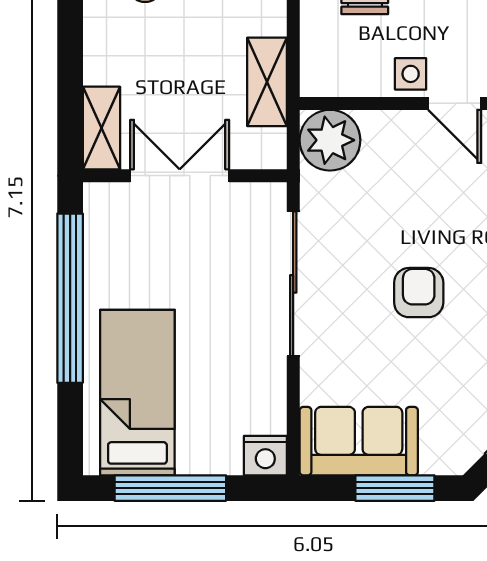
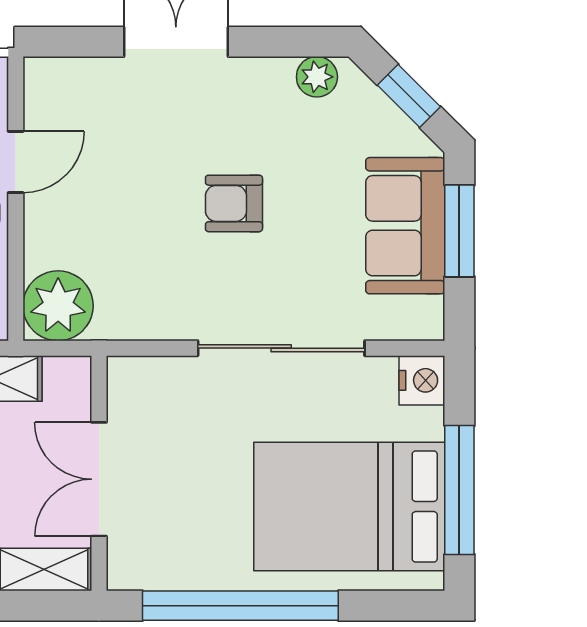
sliding door: (293, 284) -> (281, 348), moved
bed: (137, 393) -> (349, 507), width x1.50
sofa: (359, 441) -> (405, 226), moved

